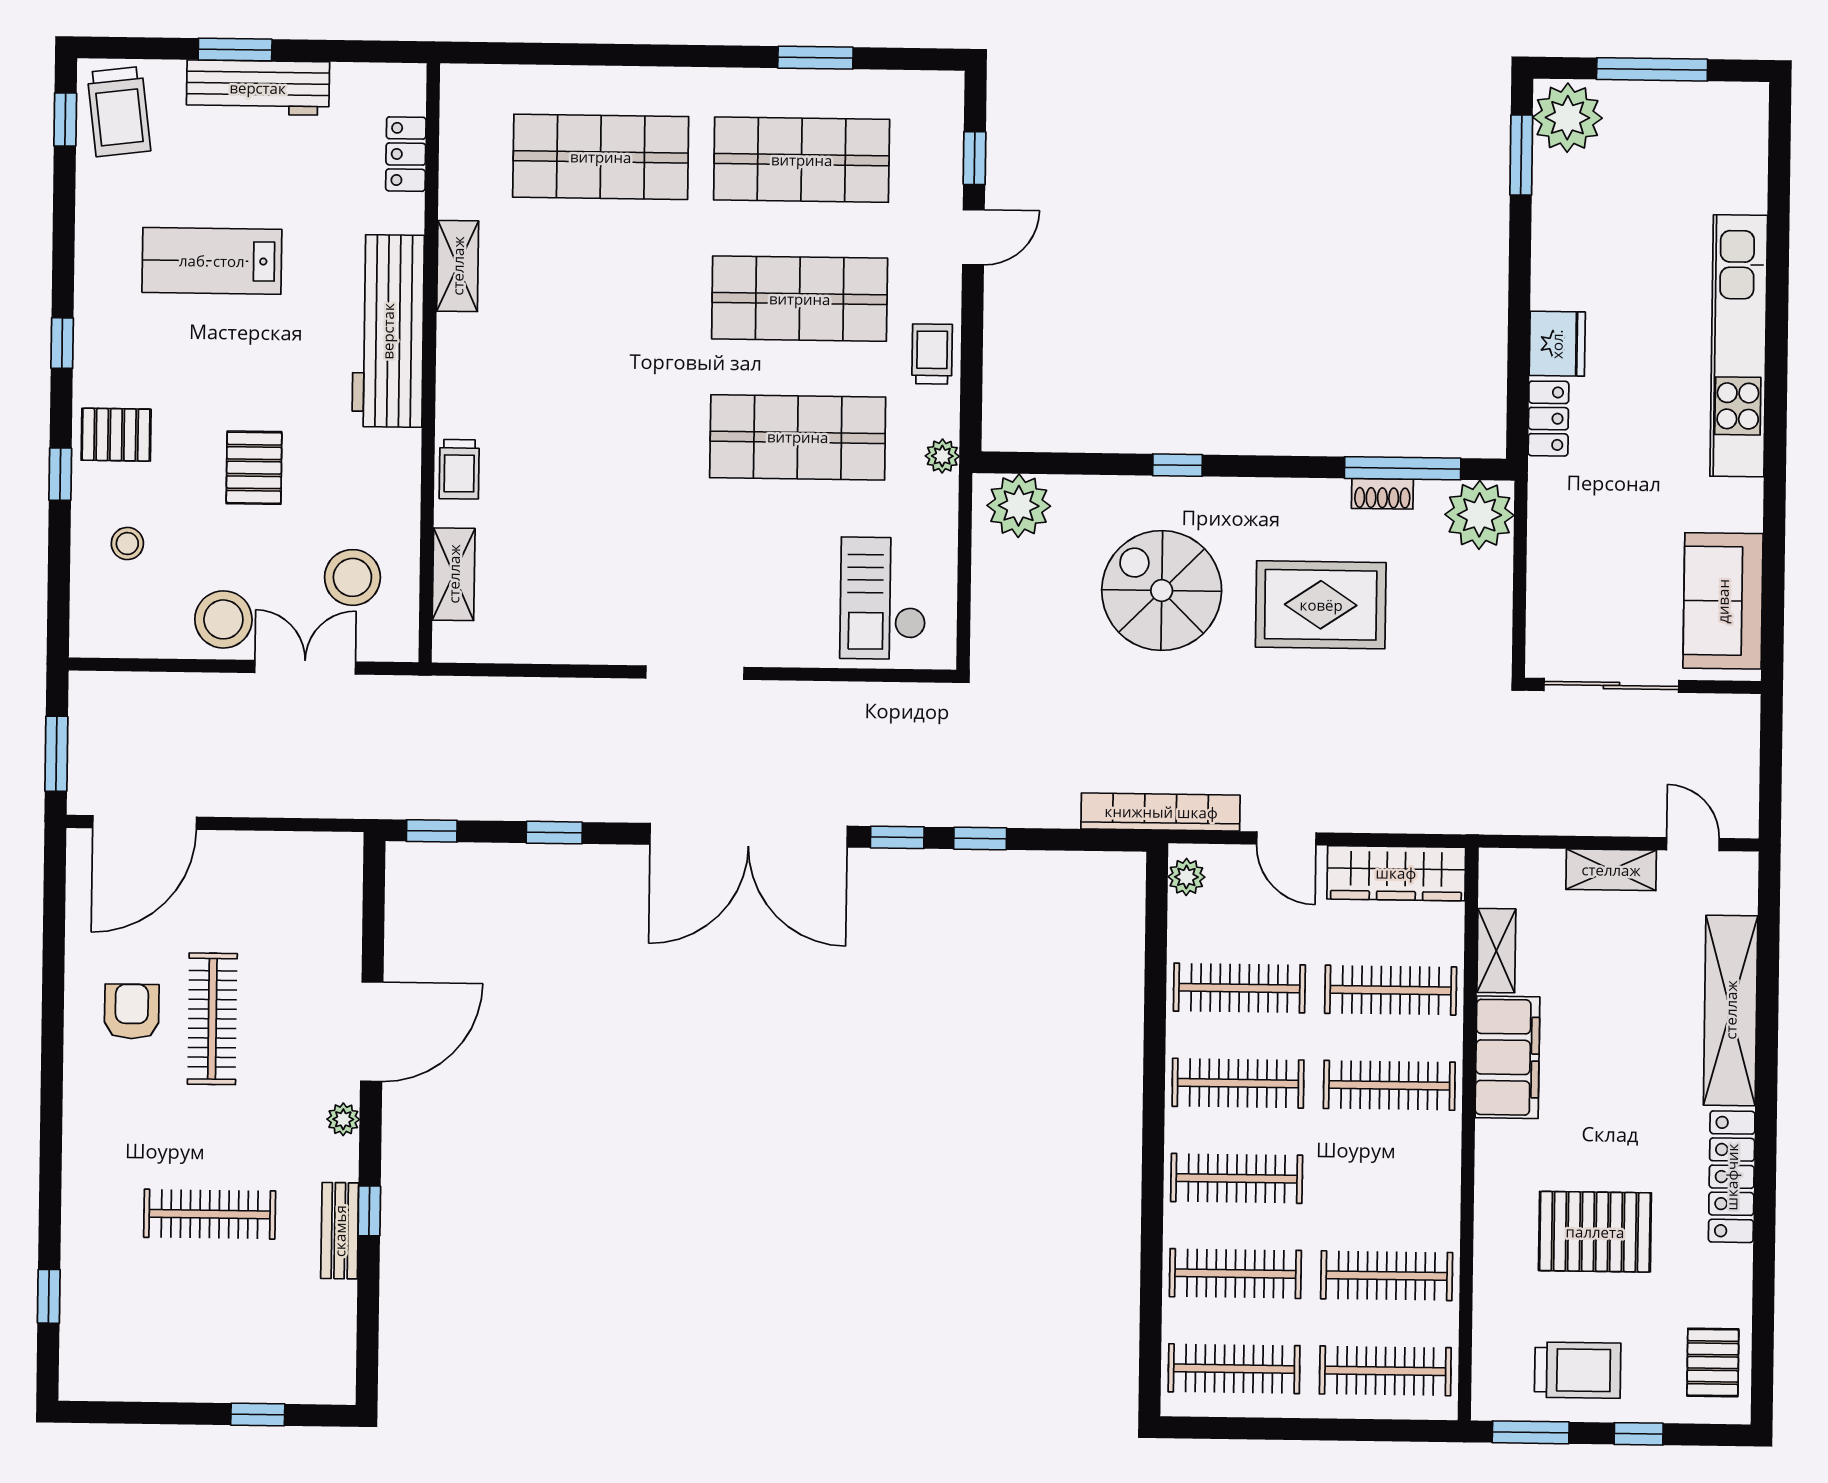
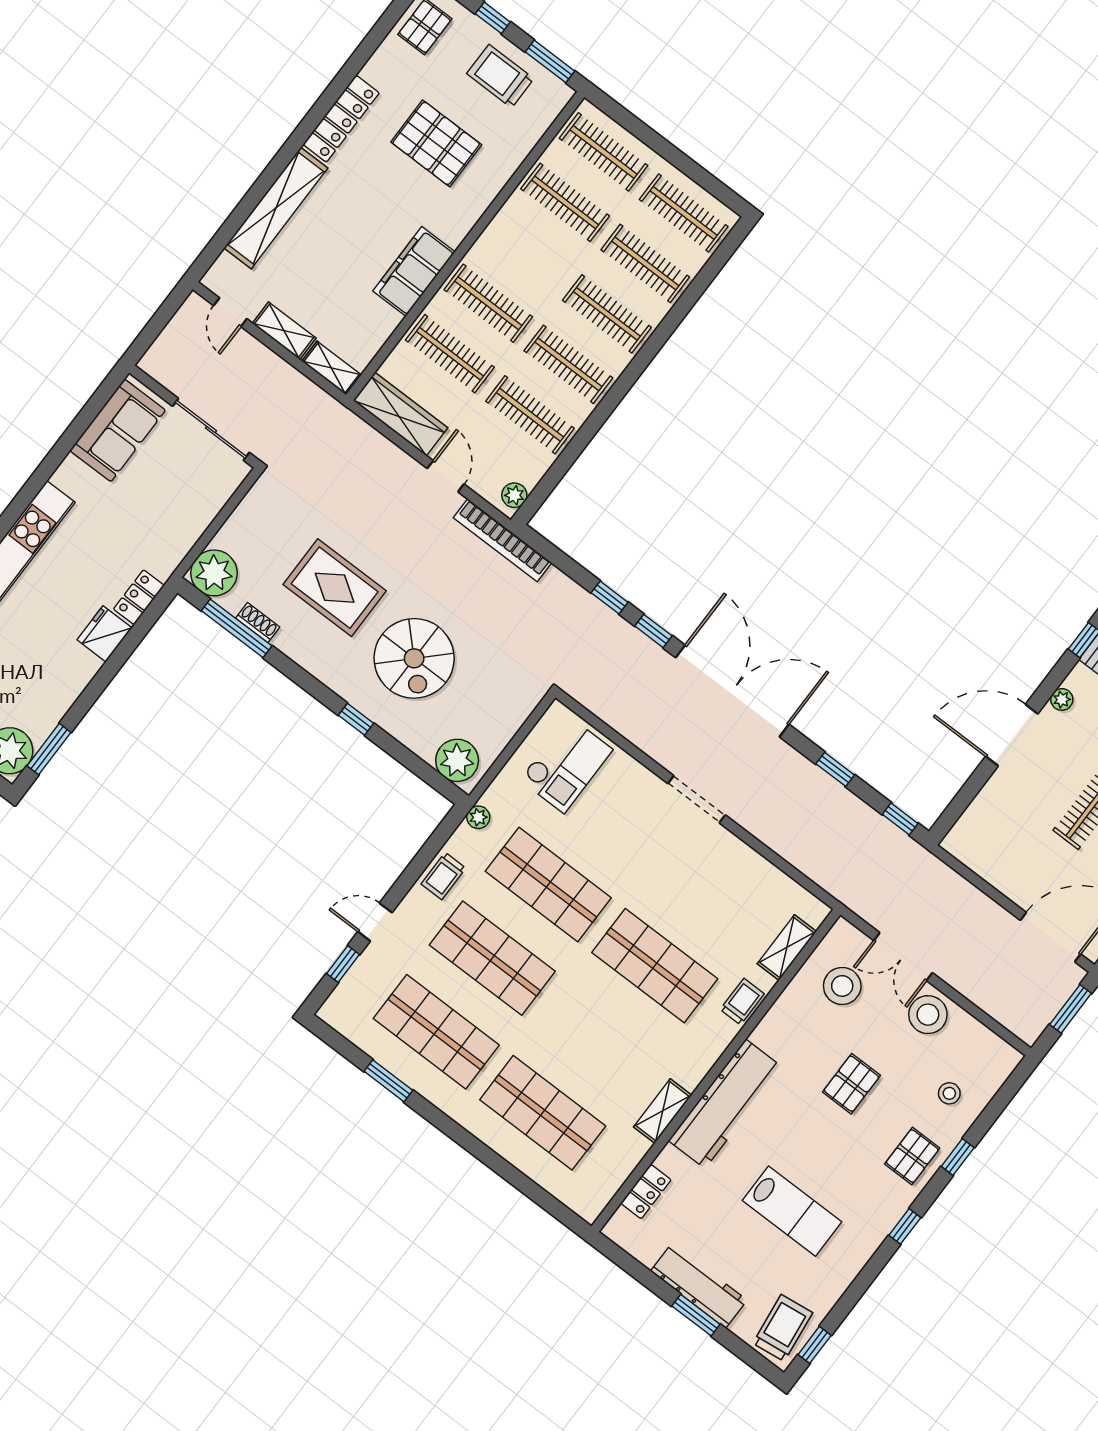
pallet: (116, 435) -> (912, 1156), turned 90
shop shelf: (597, 435) -> (655, 966), added
shelving: (1496, 951) -> (332, 368), moved, turned 90

